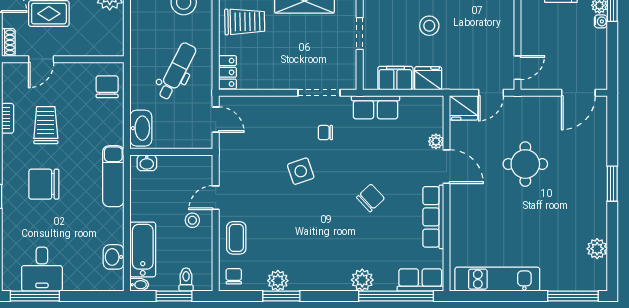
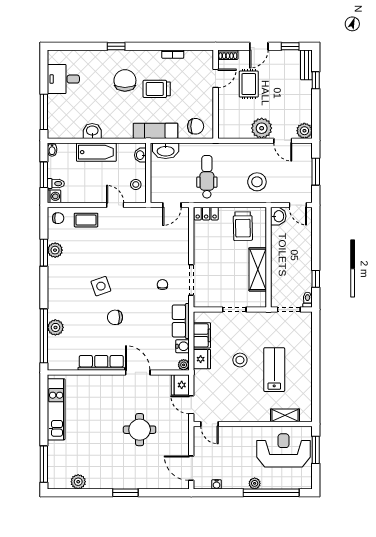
water cooler: (601, 21) -> (217, 484), moved
door: (41, 59) -> (216, 78), swing flipped
dental chair: (177, 71) -> (207, 177), turned -117
water cooler: (410, 105) -> (183, 346), added
trolley: (46, 125) -> (157, 89), moved, turned 180
plant: (436, 141) -> (184, 365), moved
door: (446, 167) -> (138, 372), swing flipped
side table: (301, 171) -> (101, 286), moved
exam couch: (113, 176) -> (156, 131), moved
chair: (370, 198) -> (115, 317), turned 133
stool: (192, 220) -> (136, 184), moved
bathtub: (143, 249) -> (96, 152), moved
washbasin: (114, 257) -> (92, 131), moved
plant: (362, 280) -> (55, 327), moved
row of seats: (420, 280) -> (56, 353), removed
washing machine: (204, 282) -> (54, 196), added
window: (35, 296) -> (44, 112), moved

